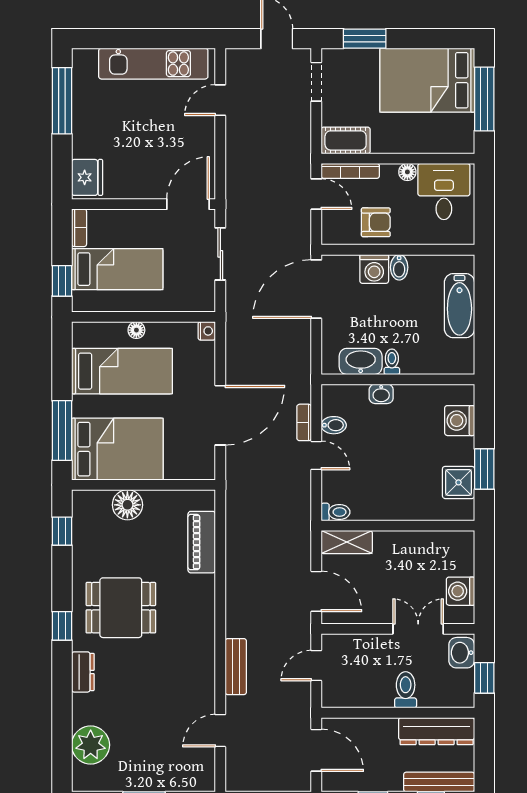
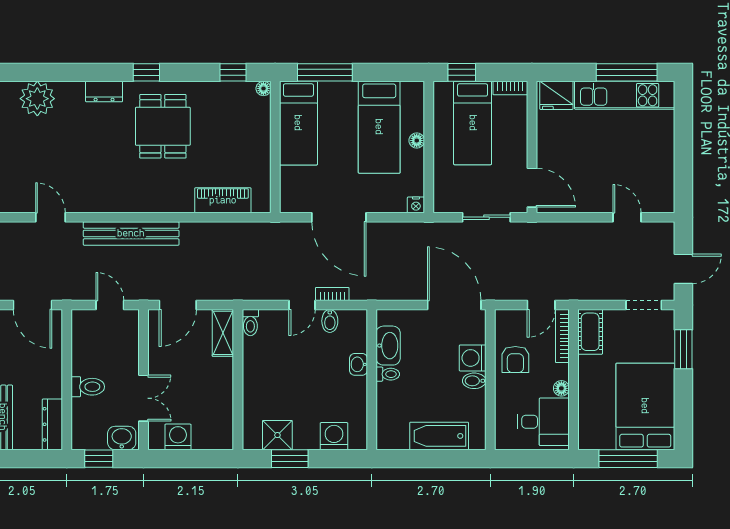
kitchen unit: (153, 64) -> (625, 95), moved, turned -90
bed: (117, 449) -> (298, 123), width x0.67
floor lamp: (127, 505) -> (263, 88), moved, width x0.53, depth x0.53
bench: (236, 667) -> (131, 233), width x1.86, depth x1.21
dresser: (437, 731) -> (52, 424), width x0.73, depth x0.80
door: (316, 750) -> (33, 305), hinge flipped

